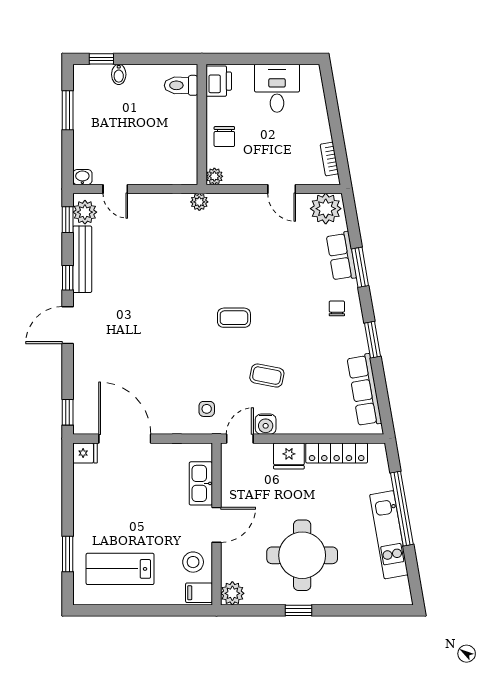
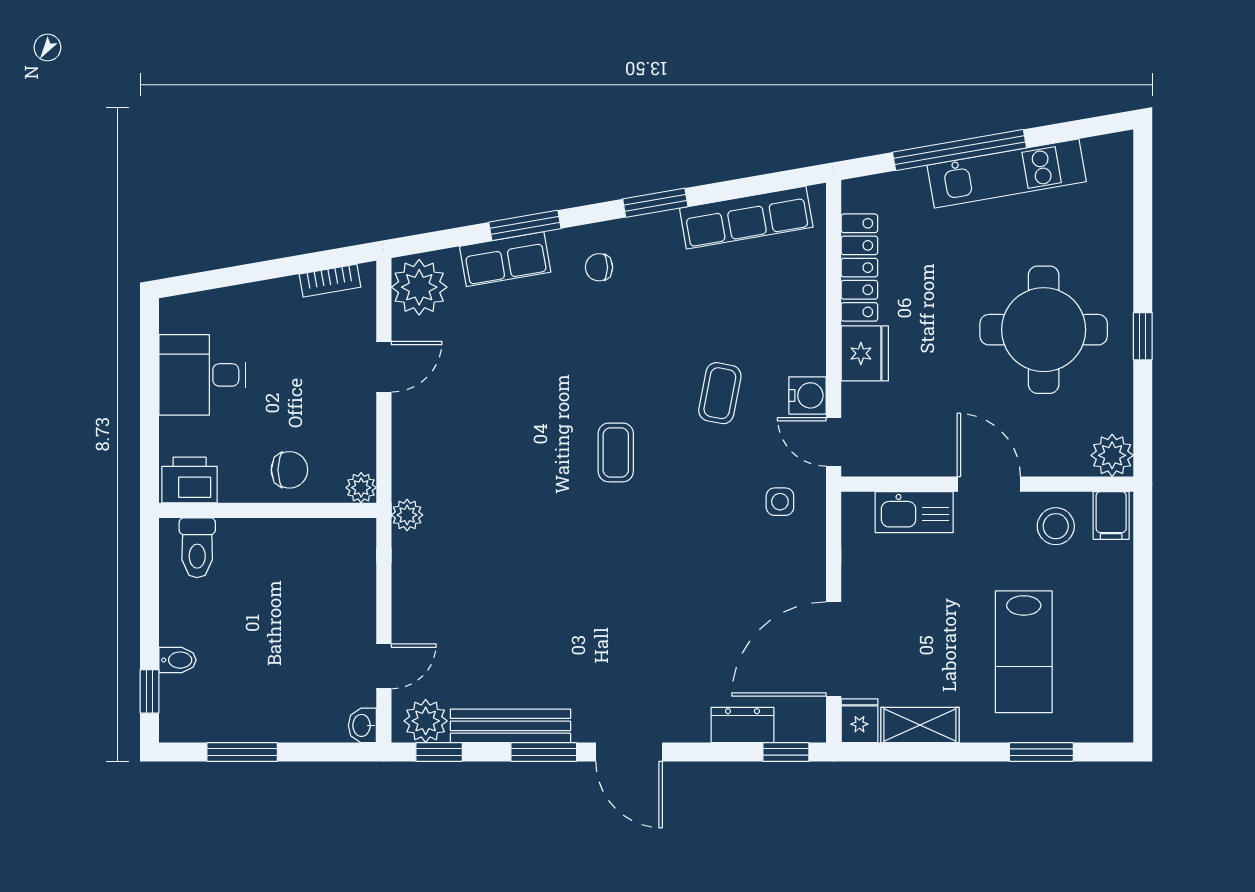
window: (68, 278) -> (544, 752), width x1.50
dresser: (83, 388) -> (742, 725), added
shelving: (83, 487) -> (920, 725), added
lab bench: (120, 569) -> (1024, 652), moved

